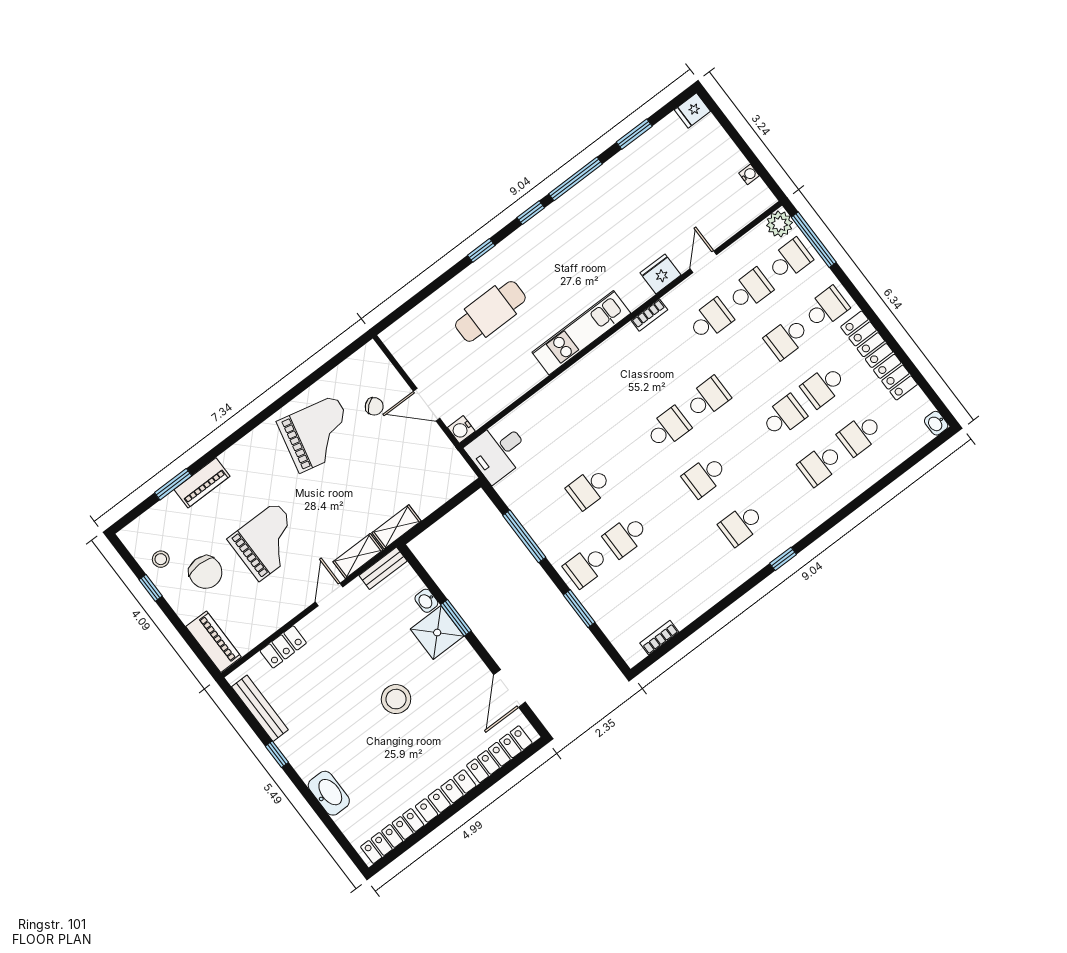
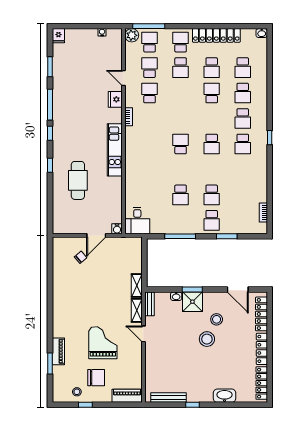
school desk: (708, 398) -> (243, 119), moved, turned 180
grand piano: (318, 434) -> (74, 289), removed
locker: (283, 647) -> (151, 369), removed
stool: (438, 691) -> (217, 319), added

